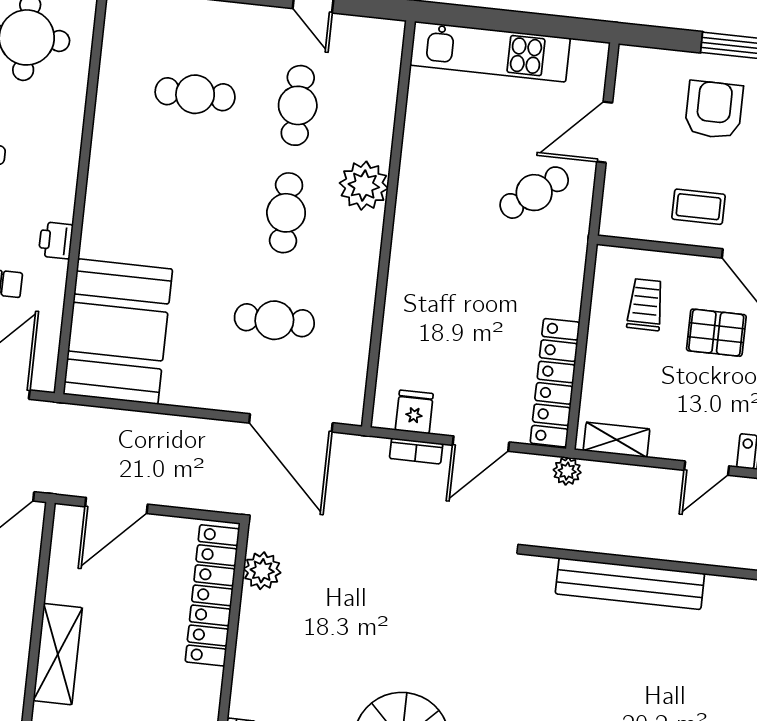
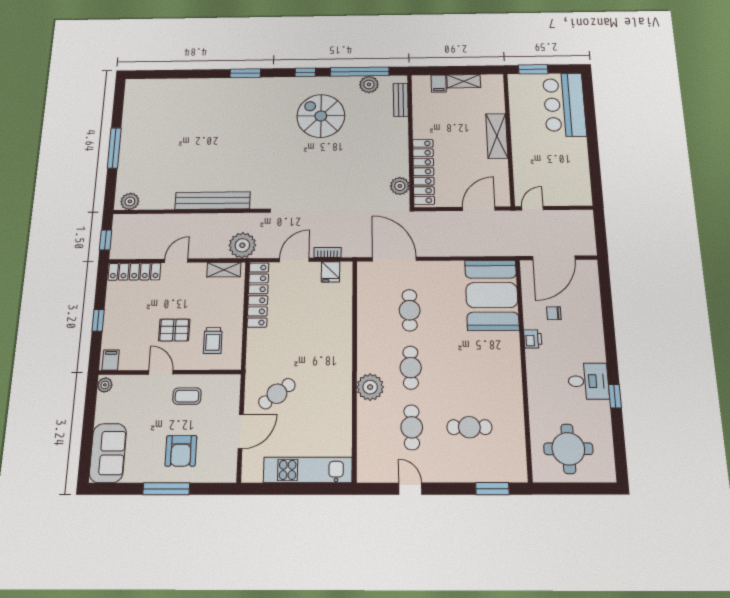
cafe table: (274, 320) -> (410, 310), turned 90
plant: (567, 471) -> (242, 245), width x1.88, depth x1.88

